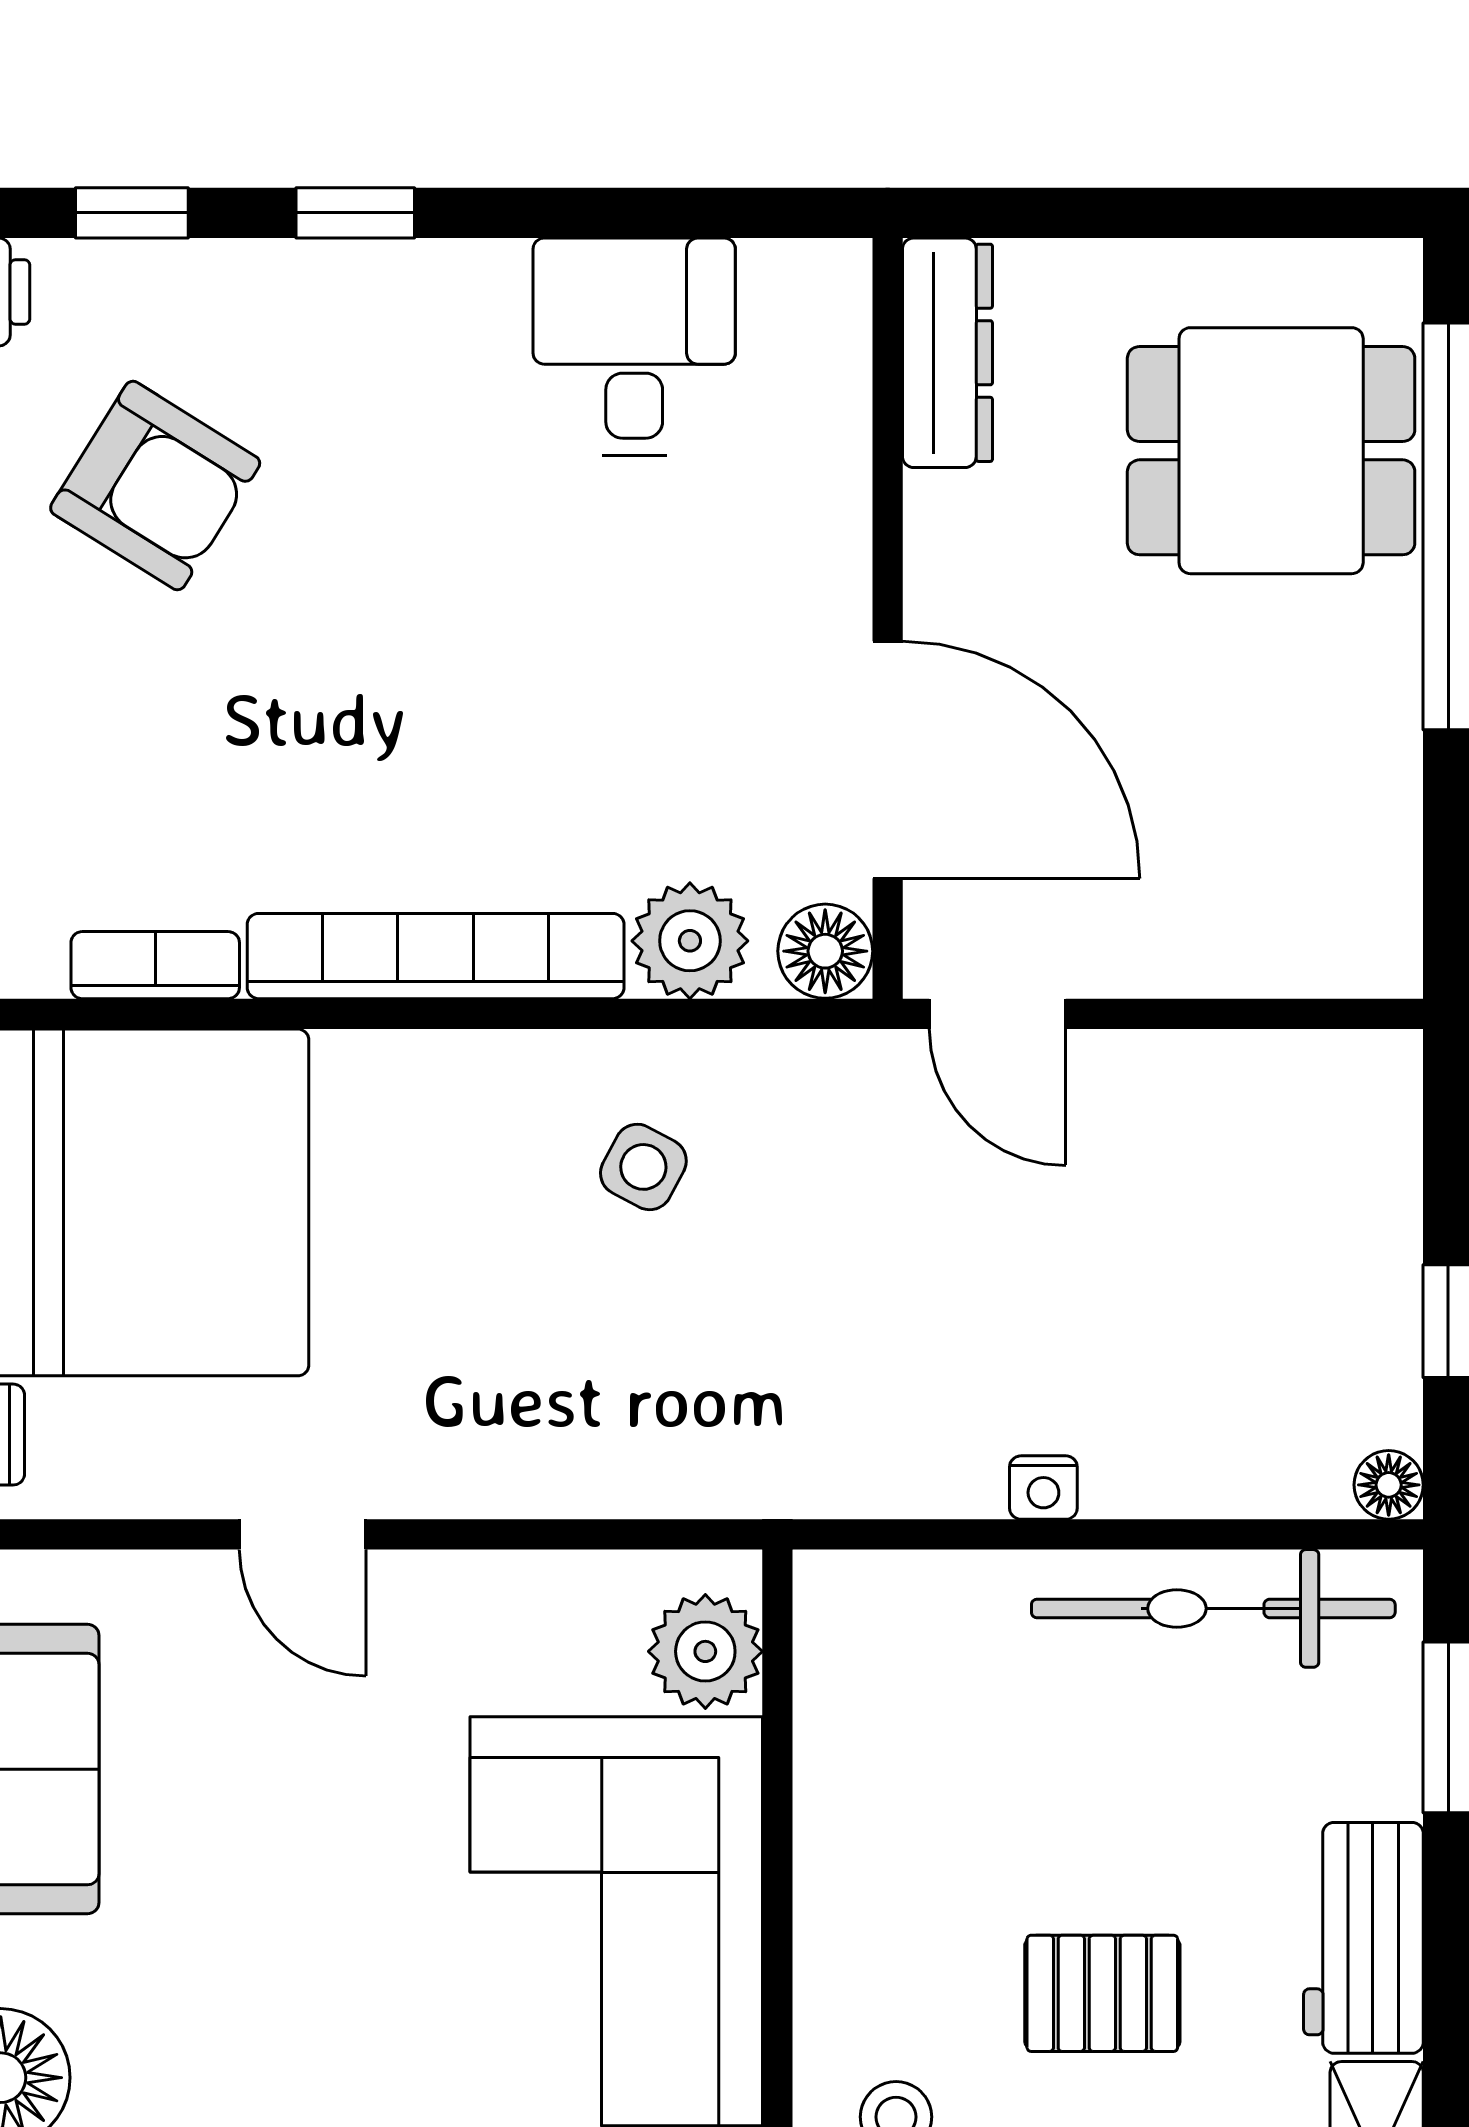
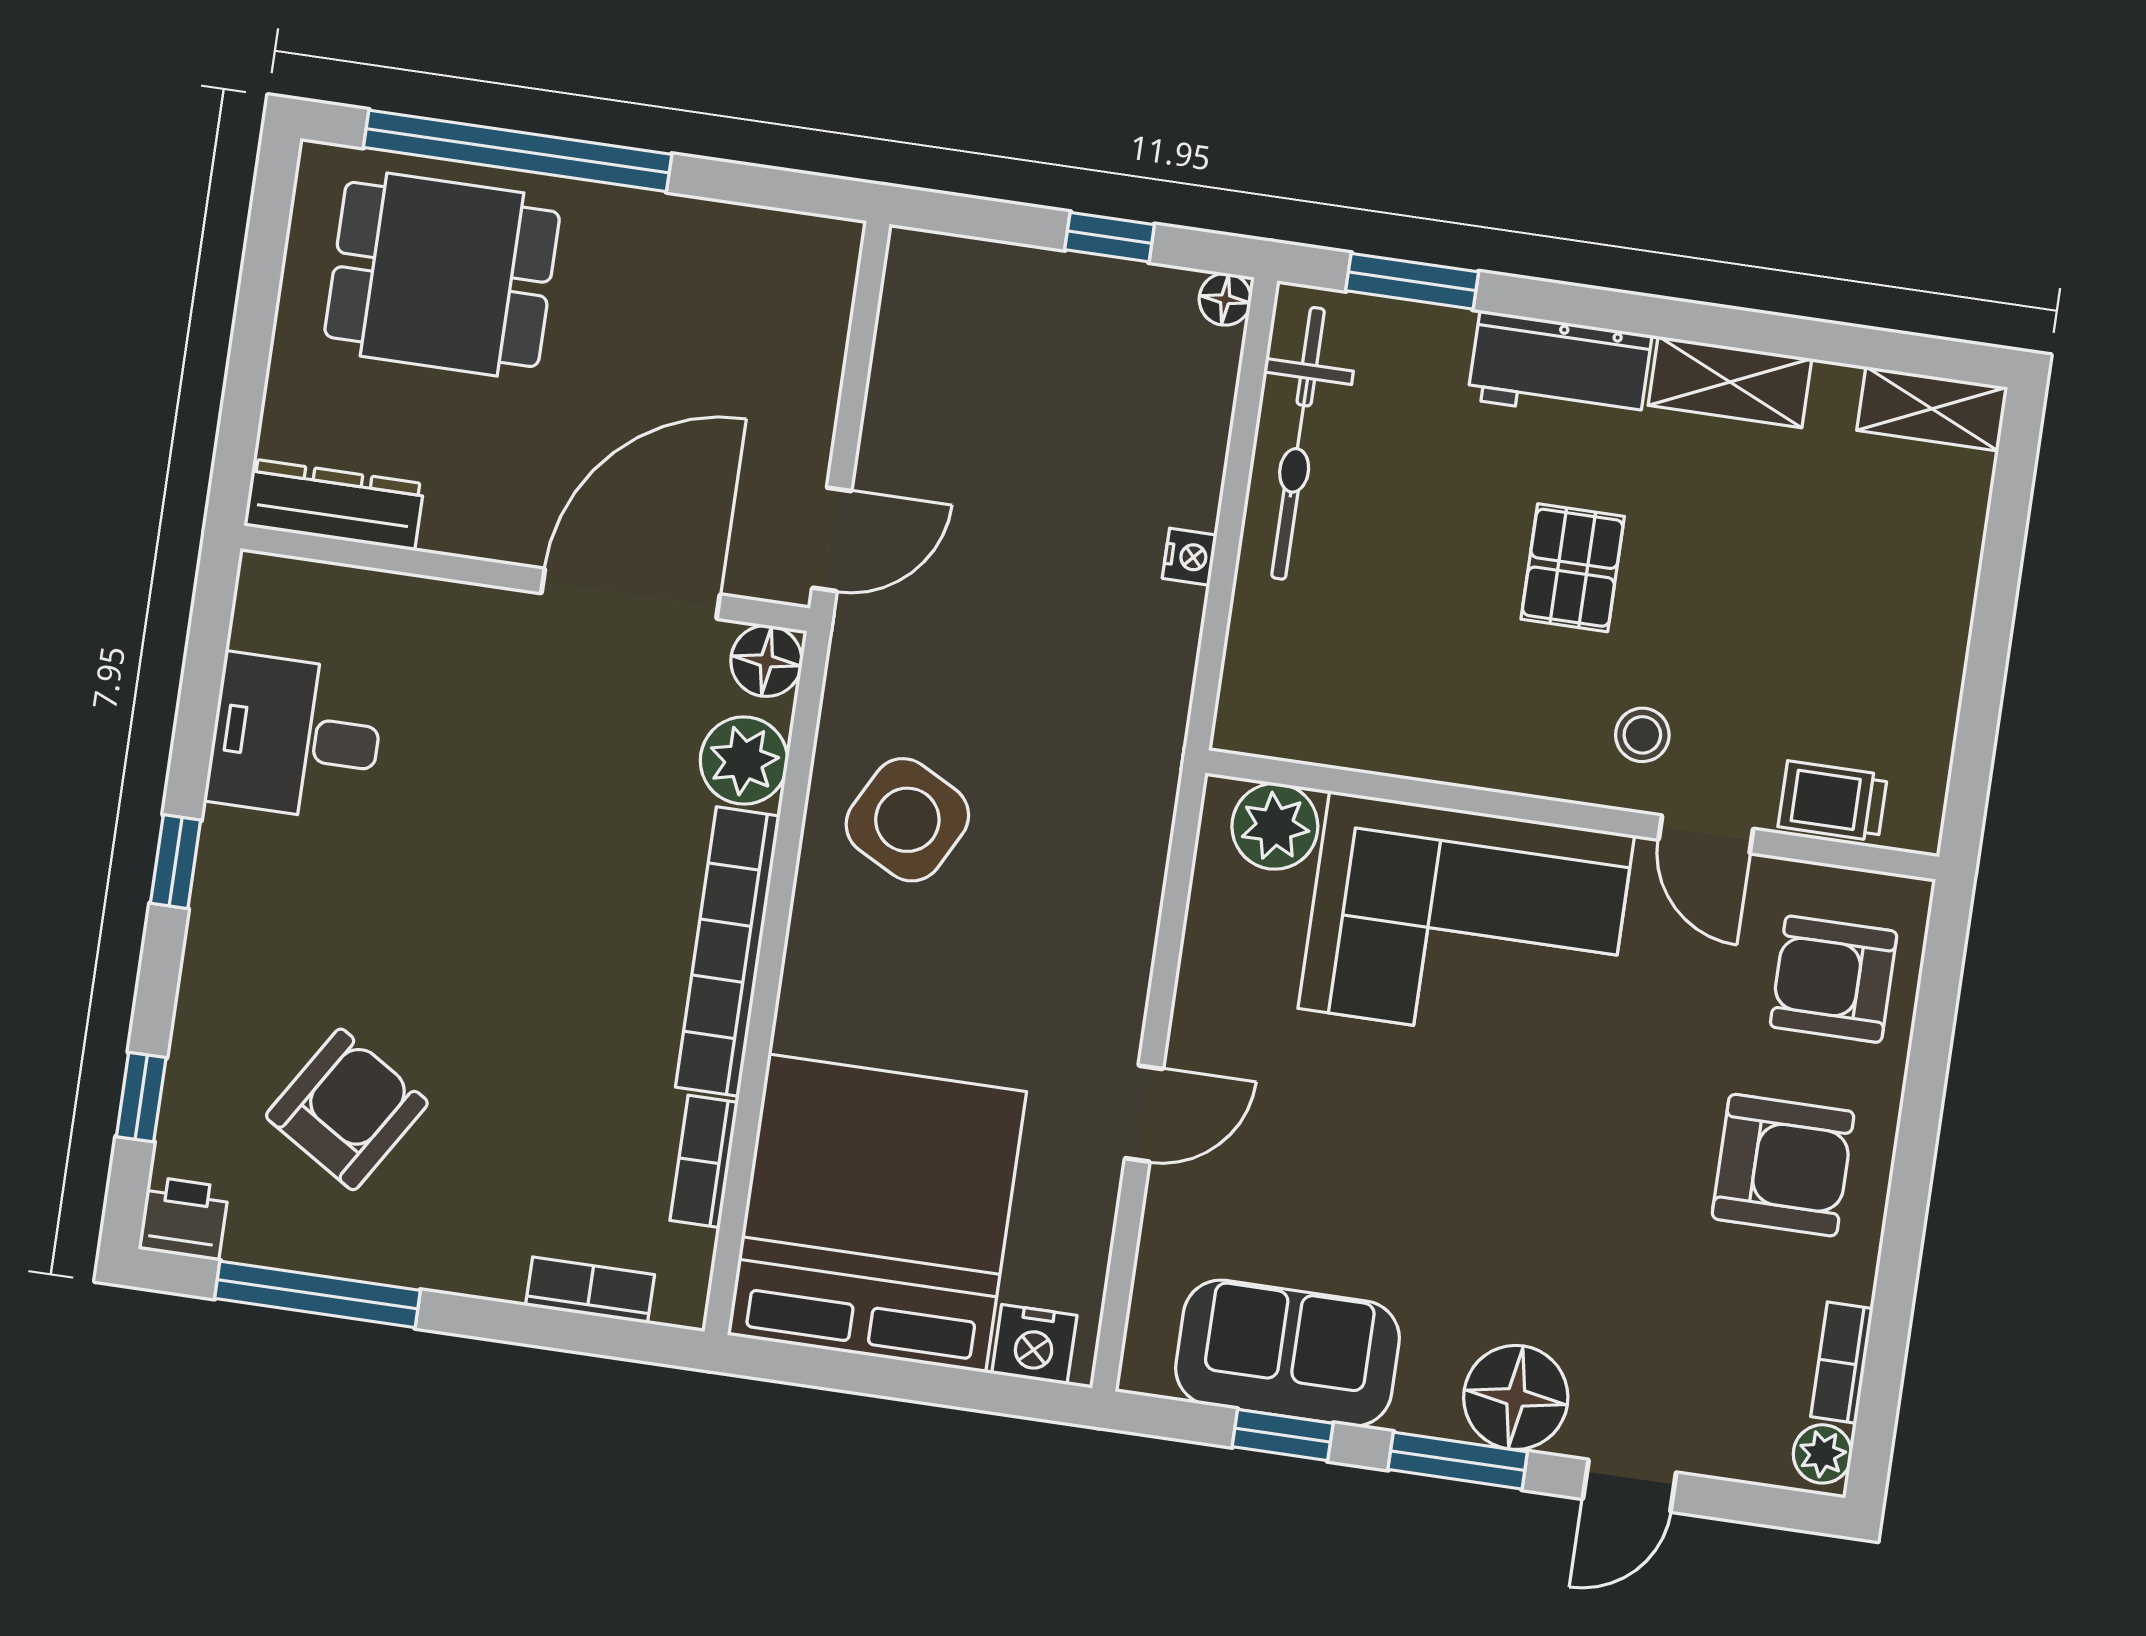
window: (355, 213) -> (176, 862), moved
dining table: (1271, 451) -> (442, 274), turned 90
side table: (643, 1167) -> (907, 820), width x1.87, depth x1.87

